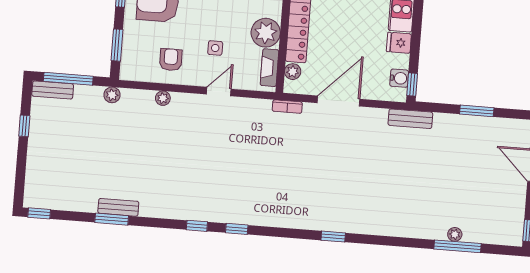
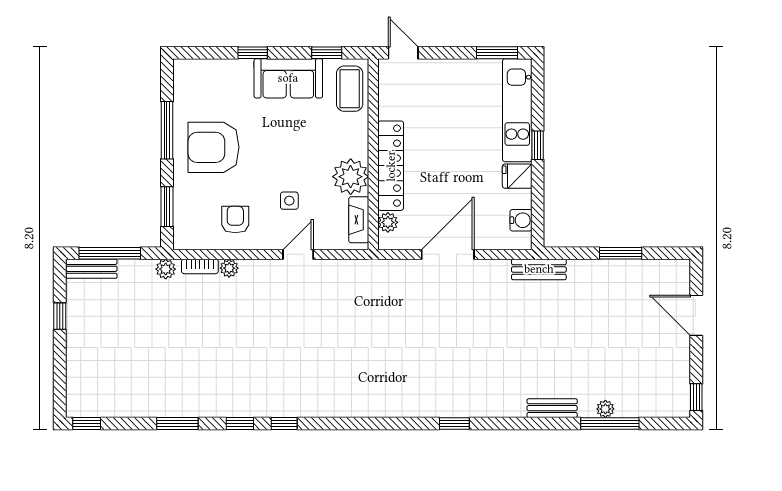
window: (412, 85) -> (538, 145), moved
bookcase: (287, 107) -> (200, 266), moved
bench: (118, 207) -> (552, 408), moved
window: (237, 229) -> (240, 423), moved

